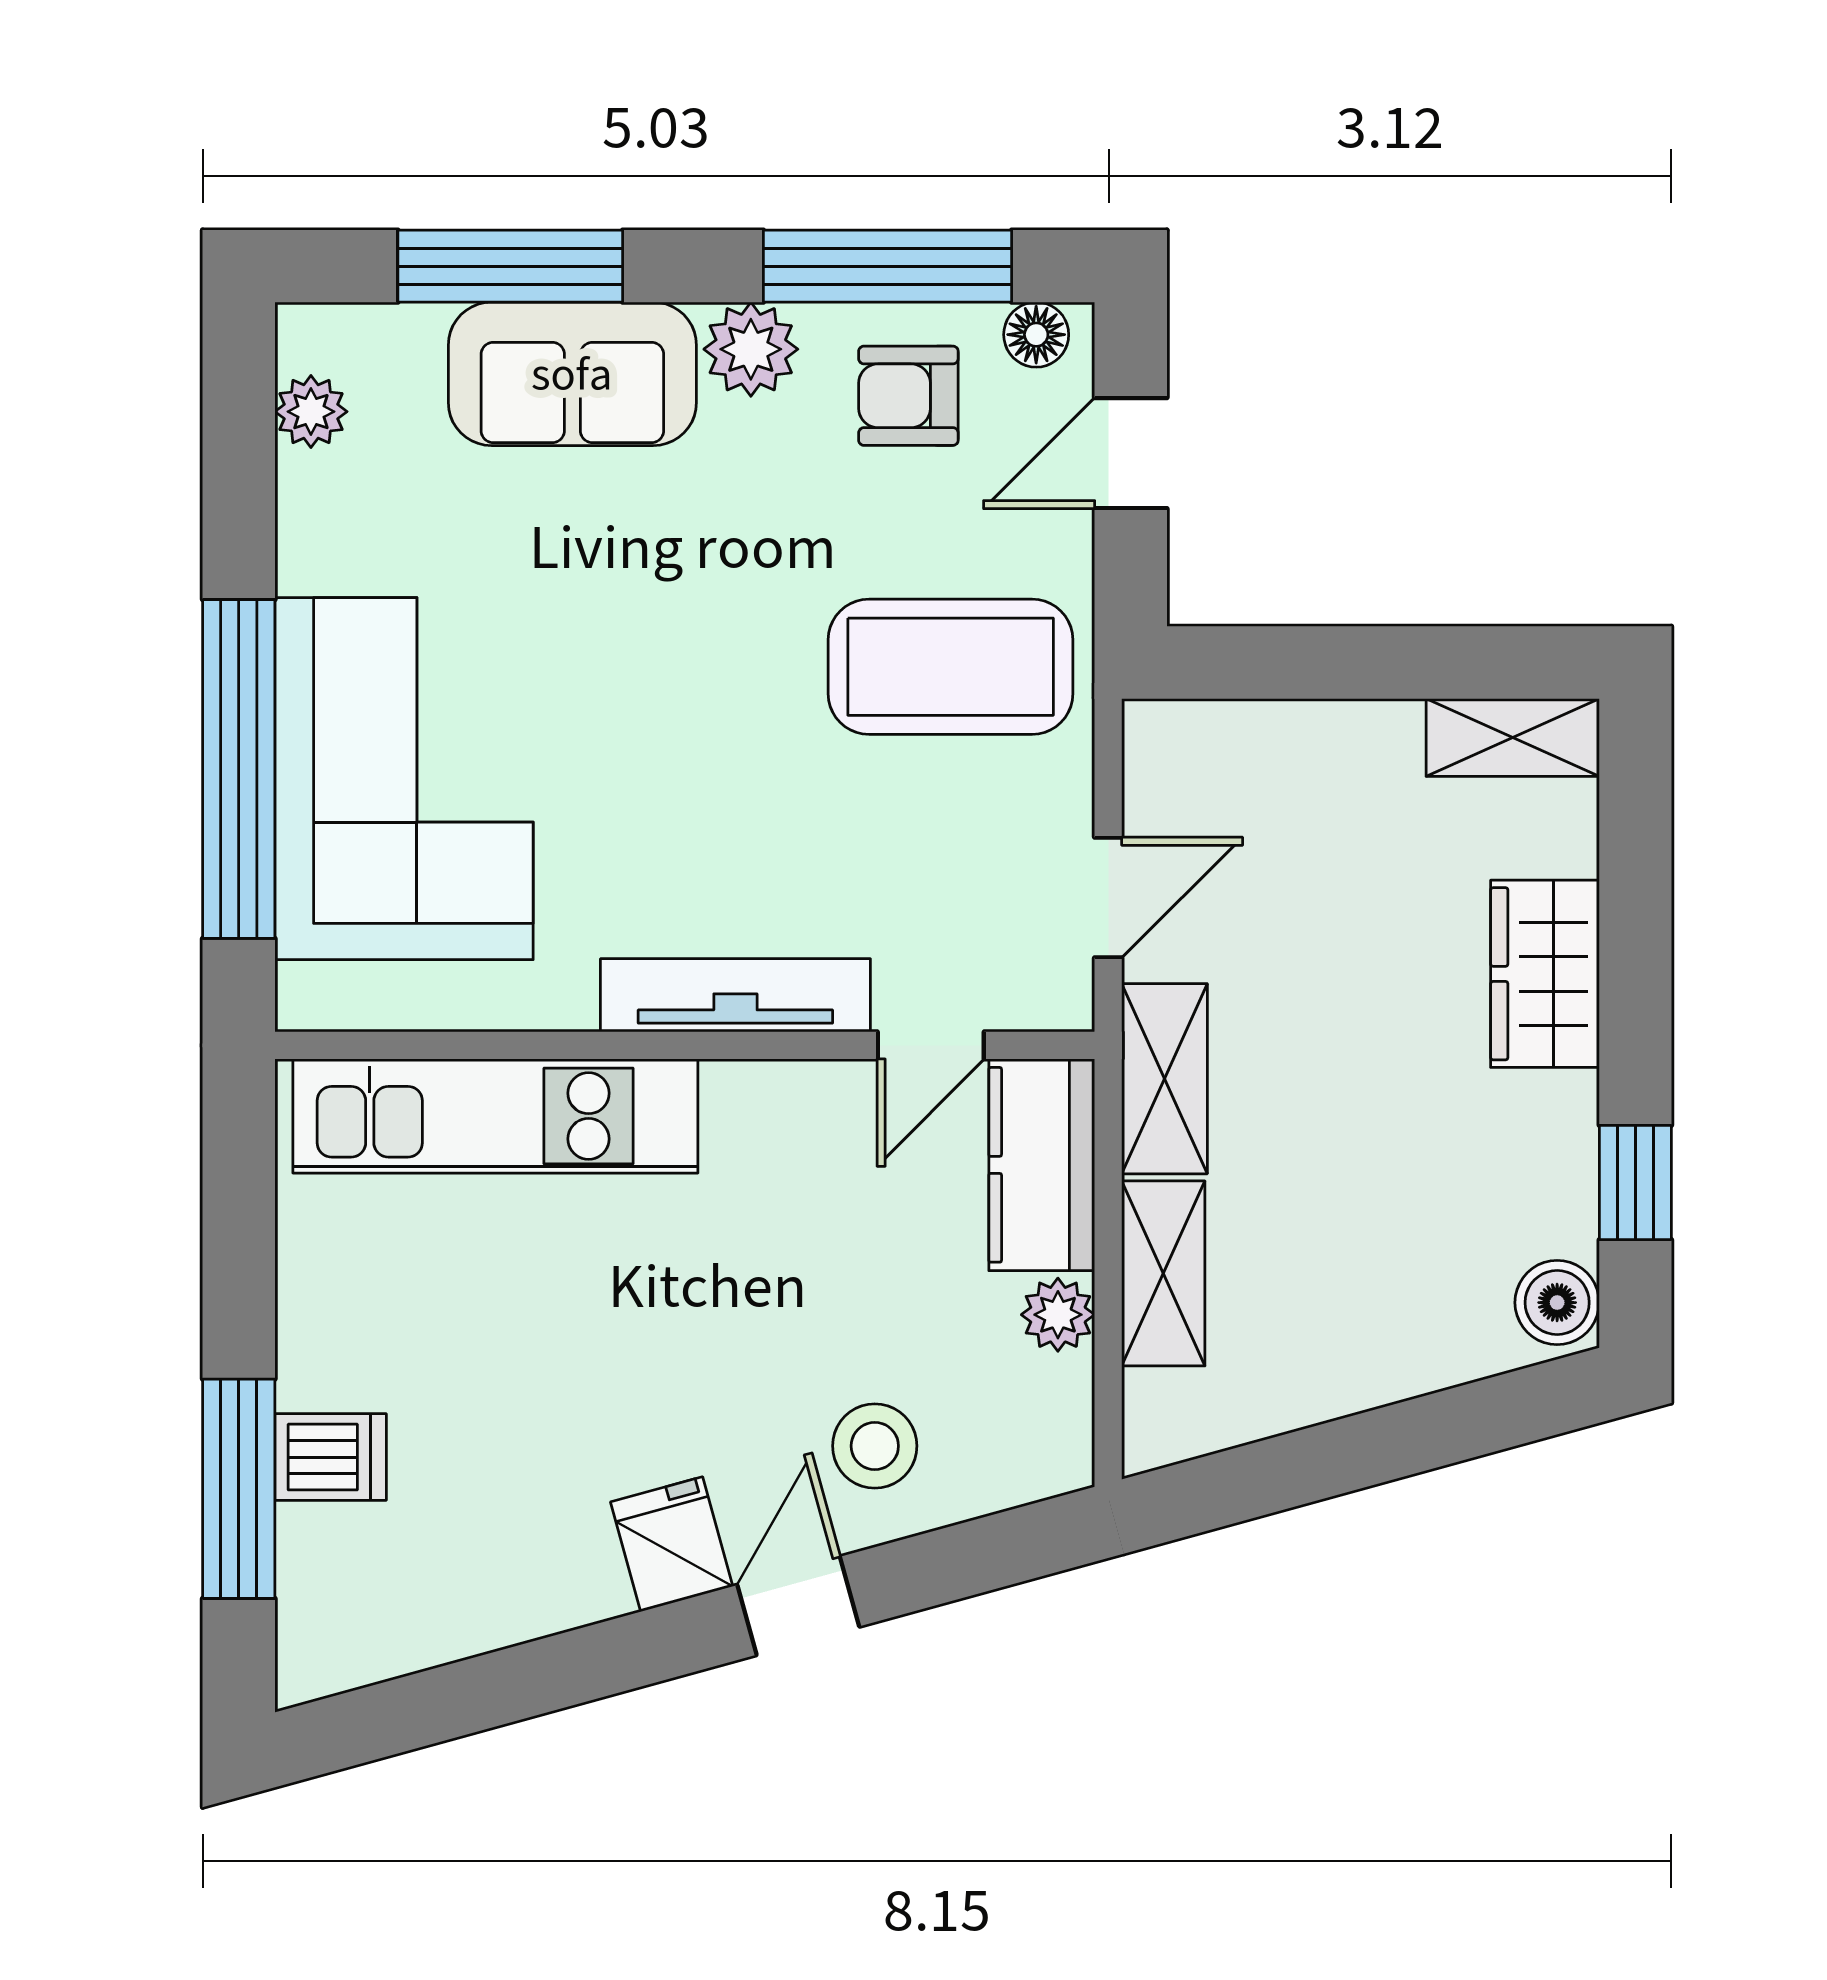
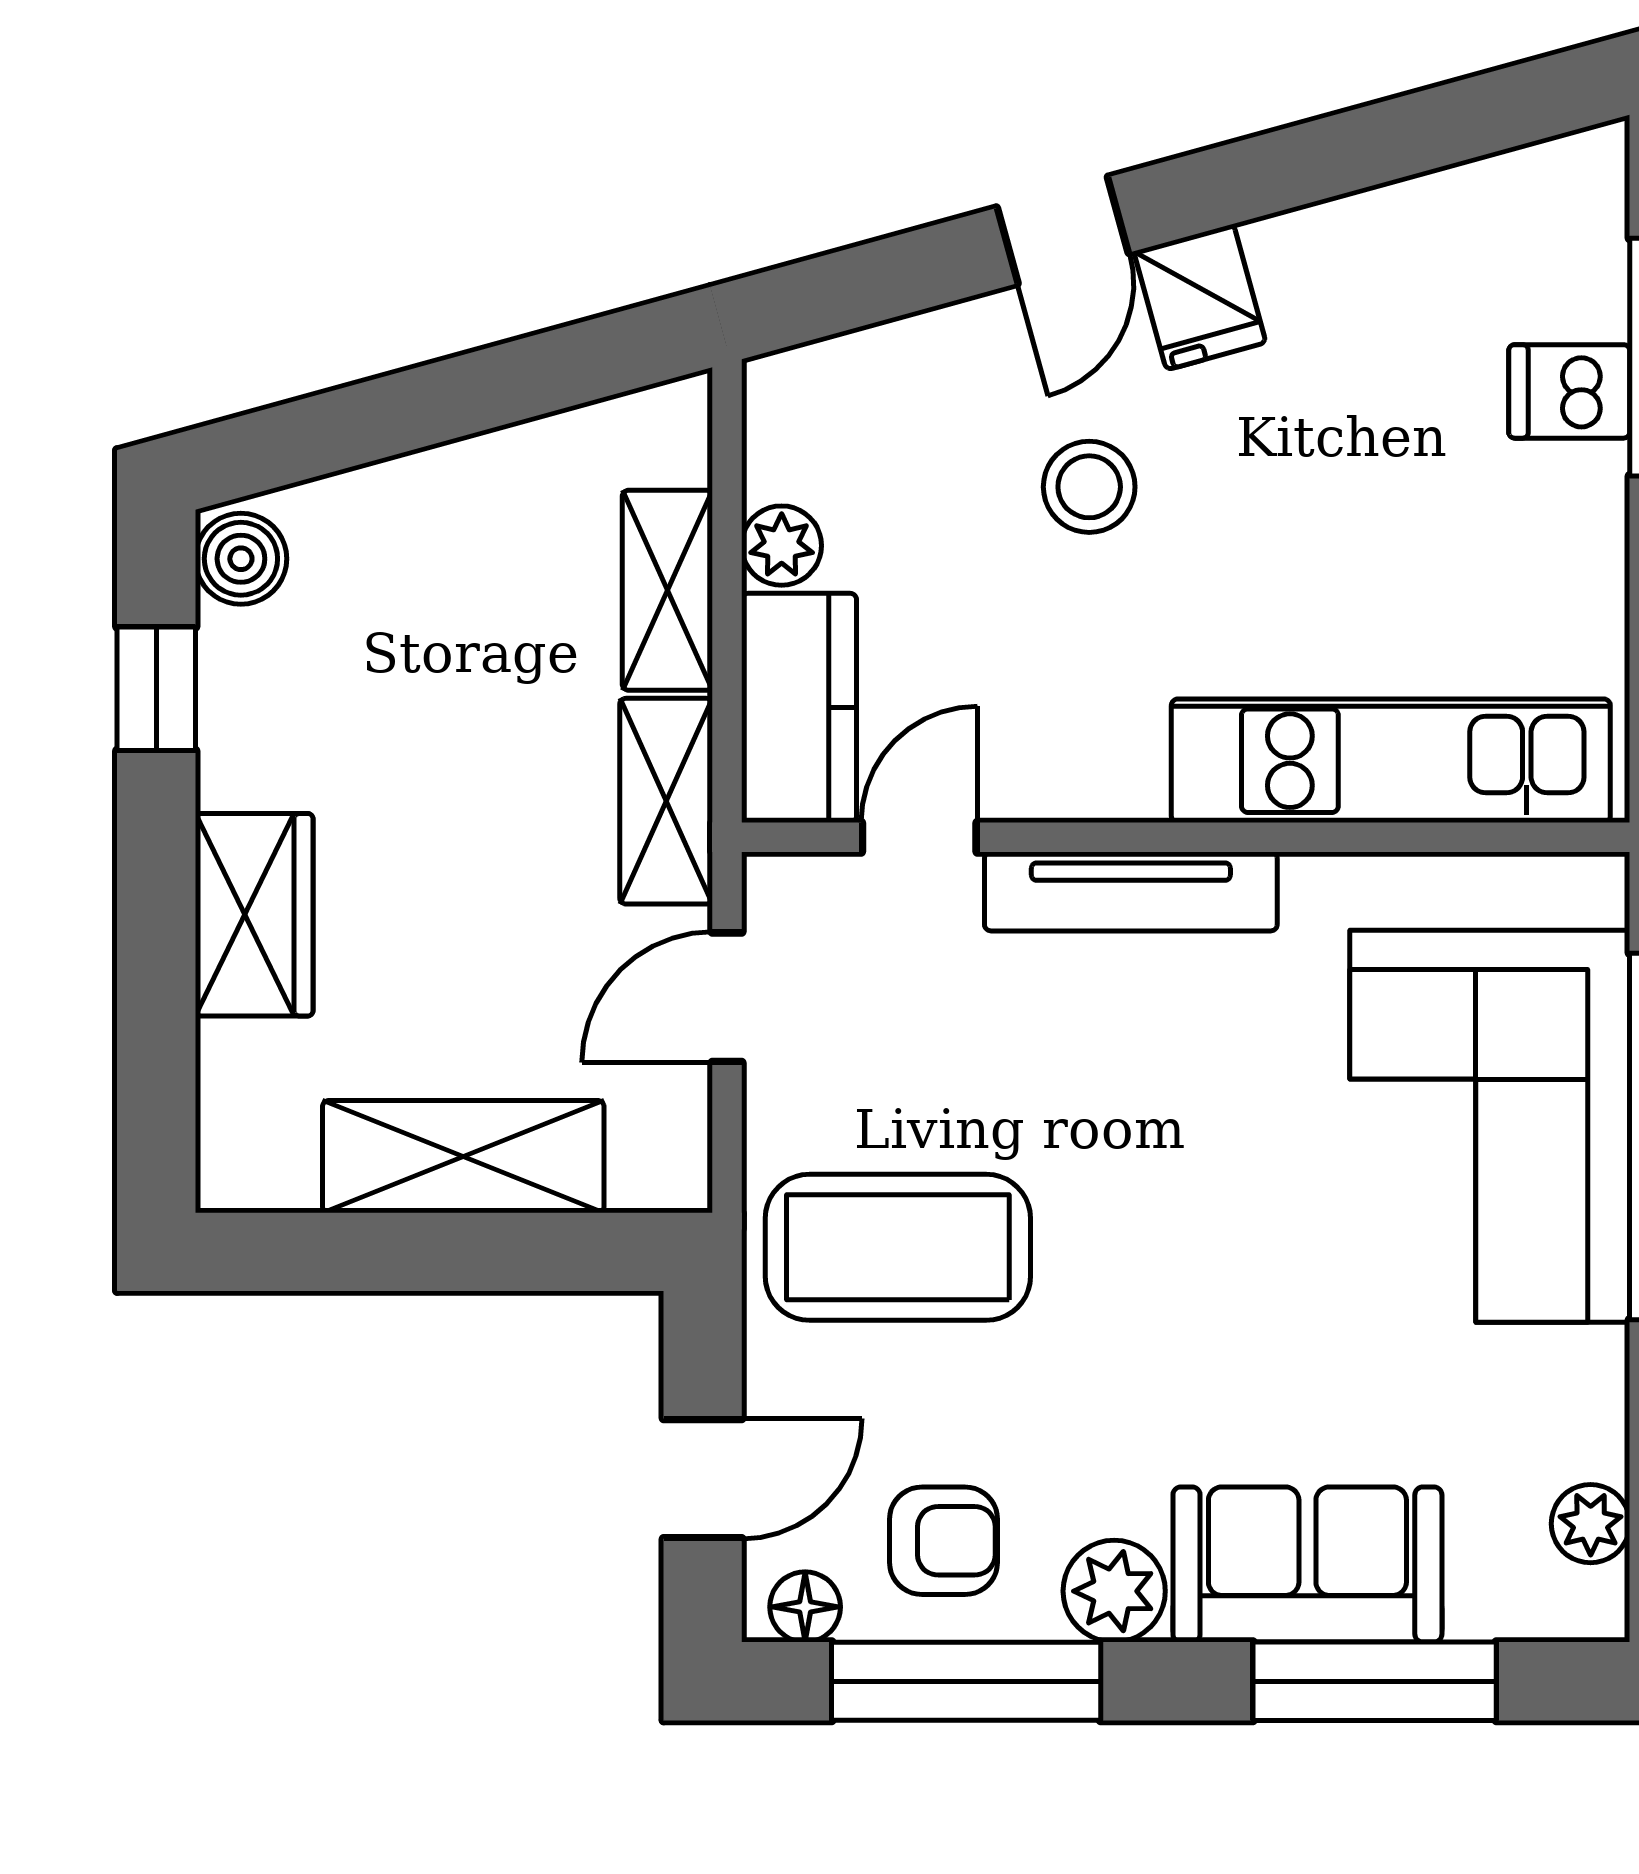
shelving: (1513, 738) -> (463, 1157), moved, width x1.50, depth x1.33
stool: (875, 1446) -> (1089, 487), moved

